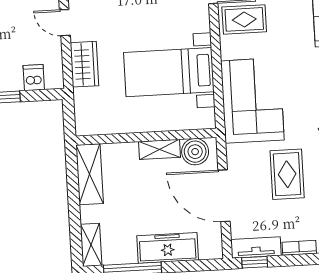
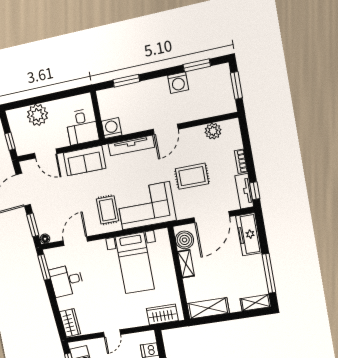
rug: (244, 19) -> (107, 210), moved
wardrobe: (84, 64) -> (162, 315), moved
freezer: (168, 248) -> (249, 234), moved

